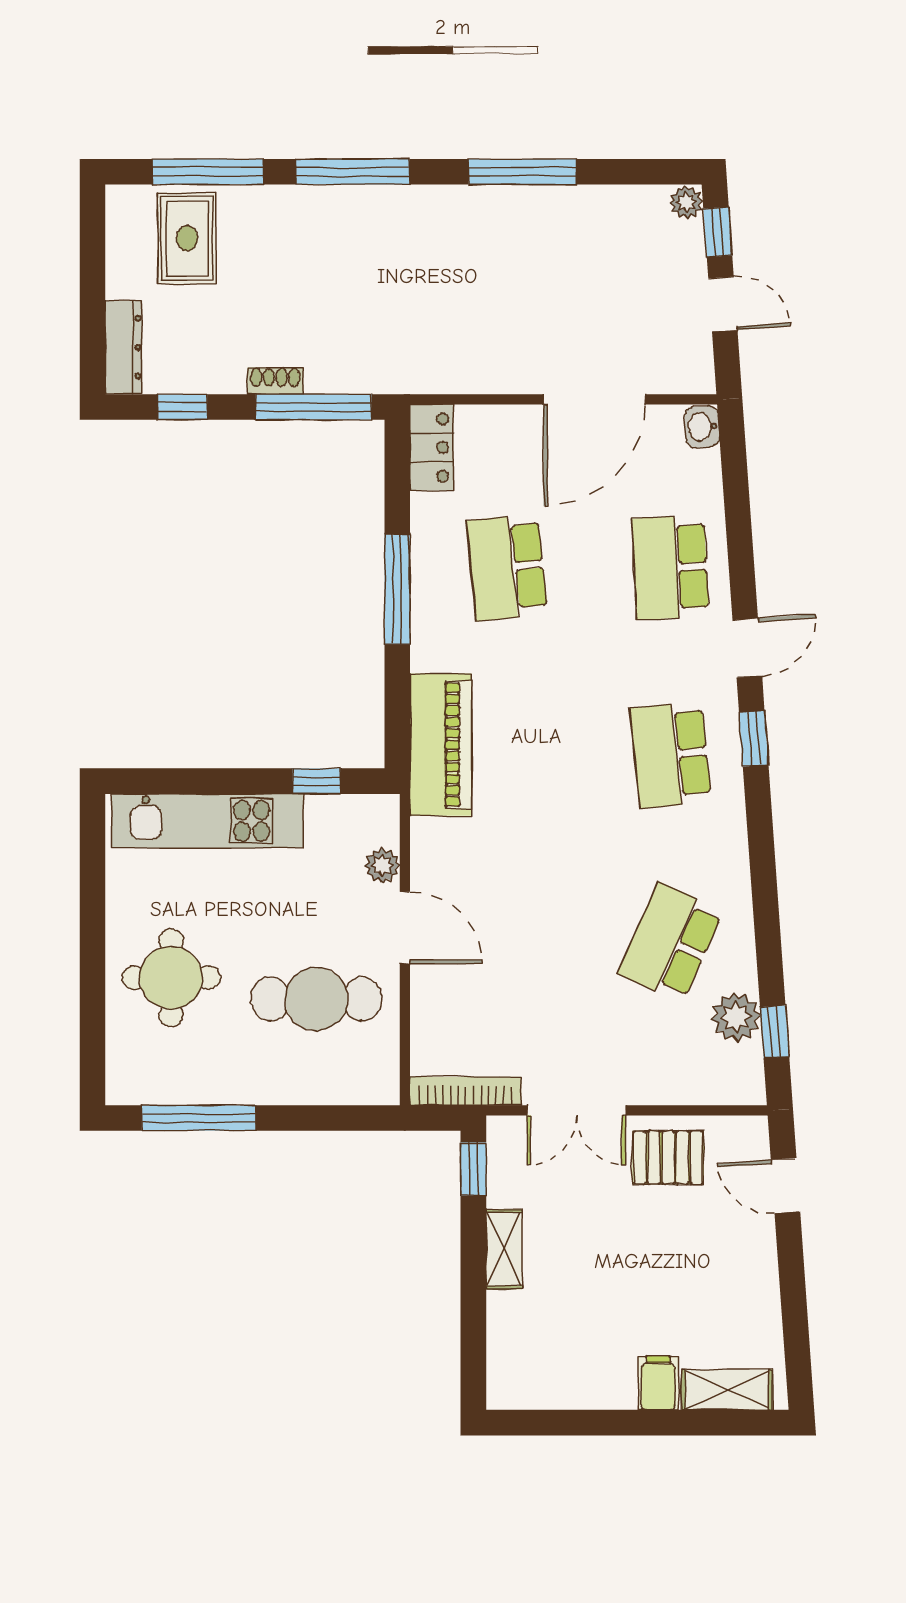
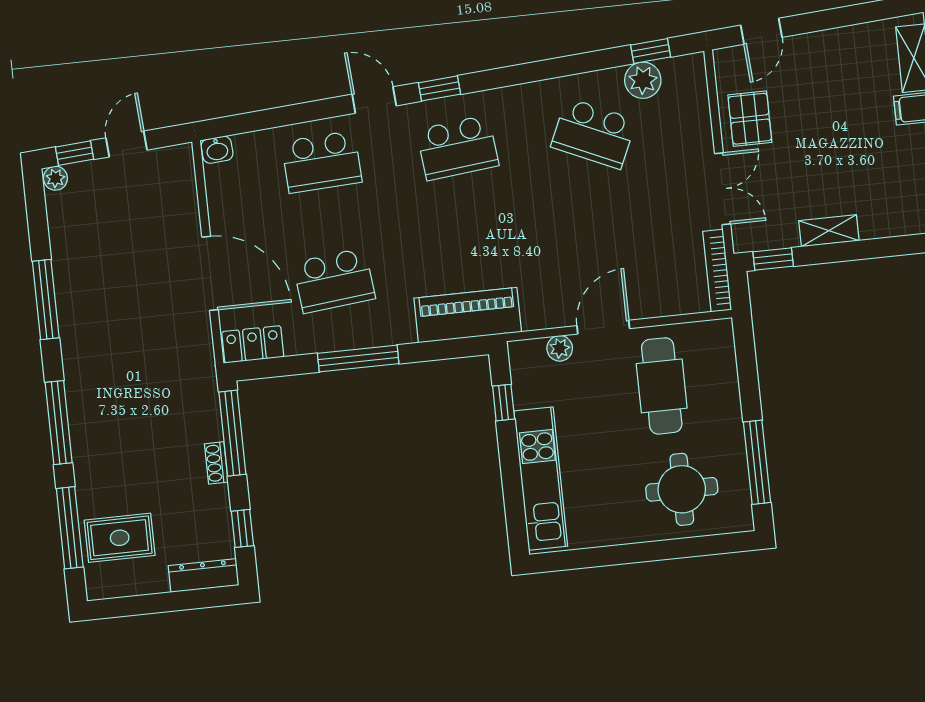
door: (594, 399) -> (210, 273), moved
round table: (171, 978) -> (682, 489), moved

